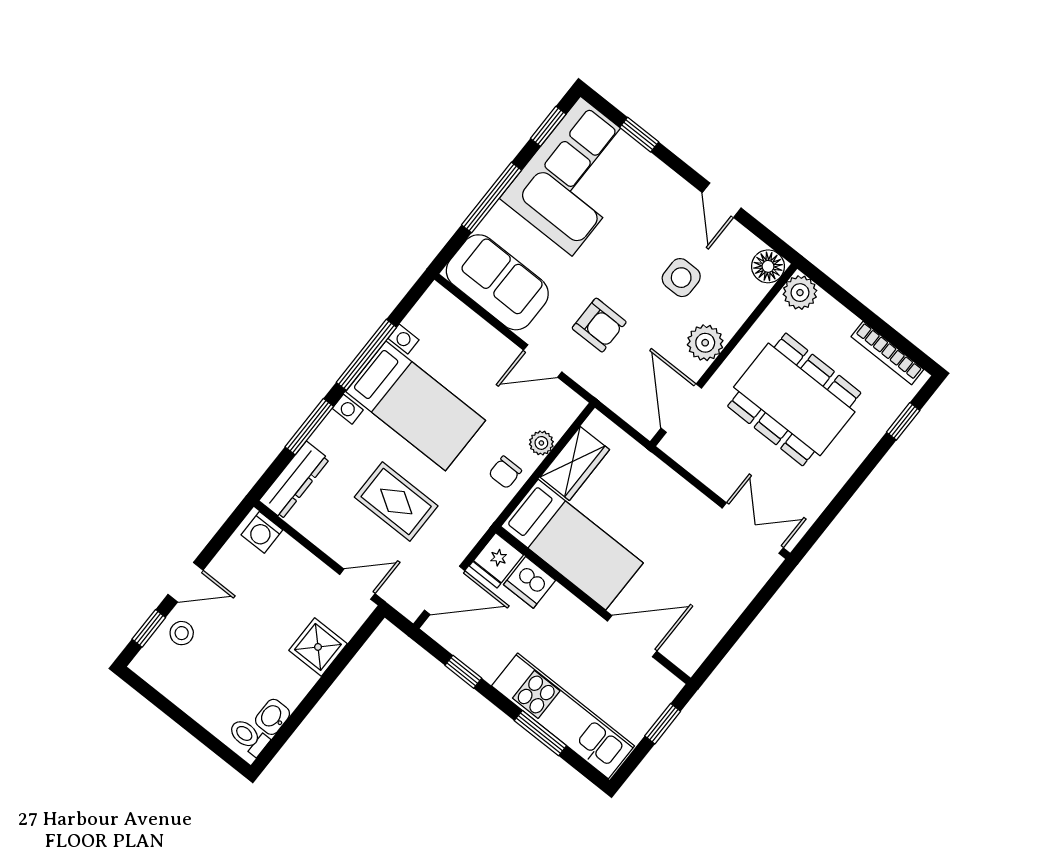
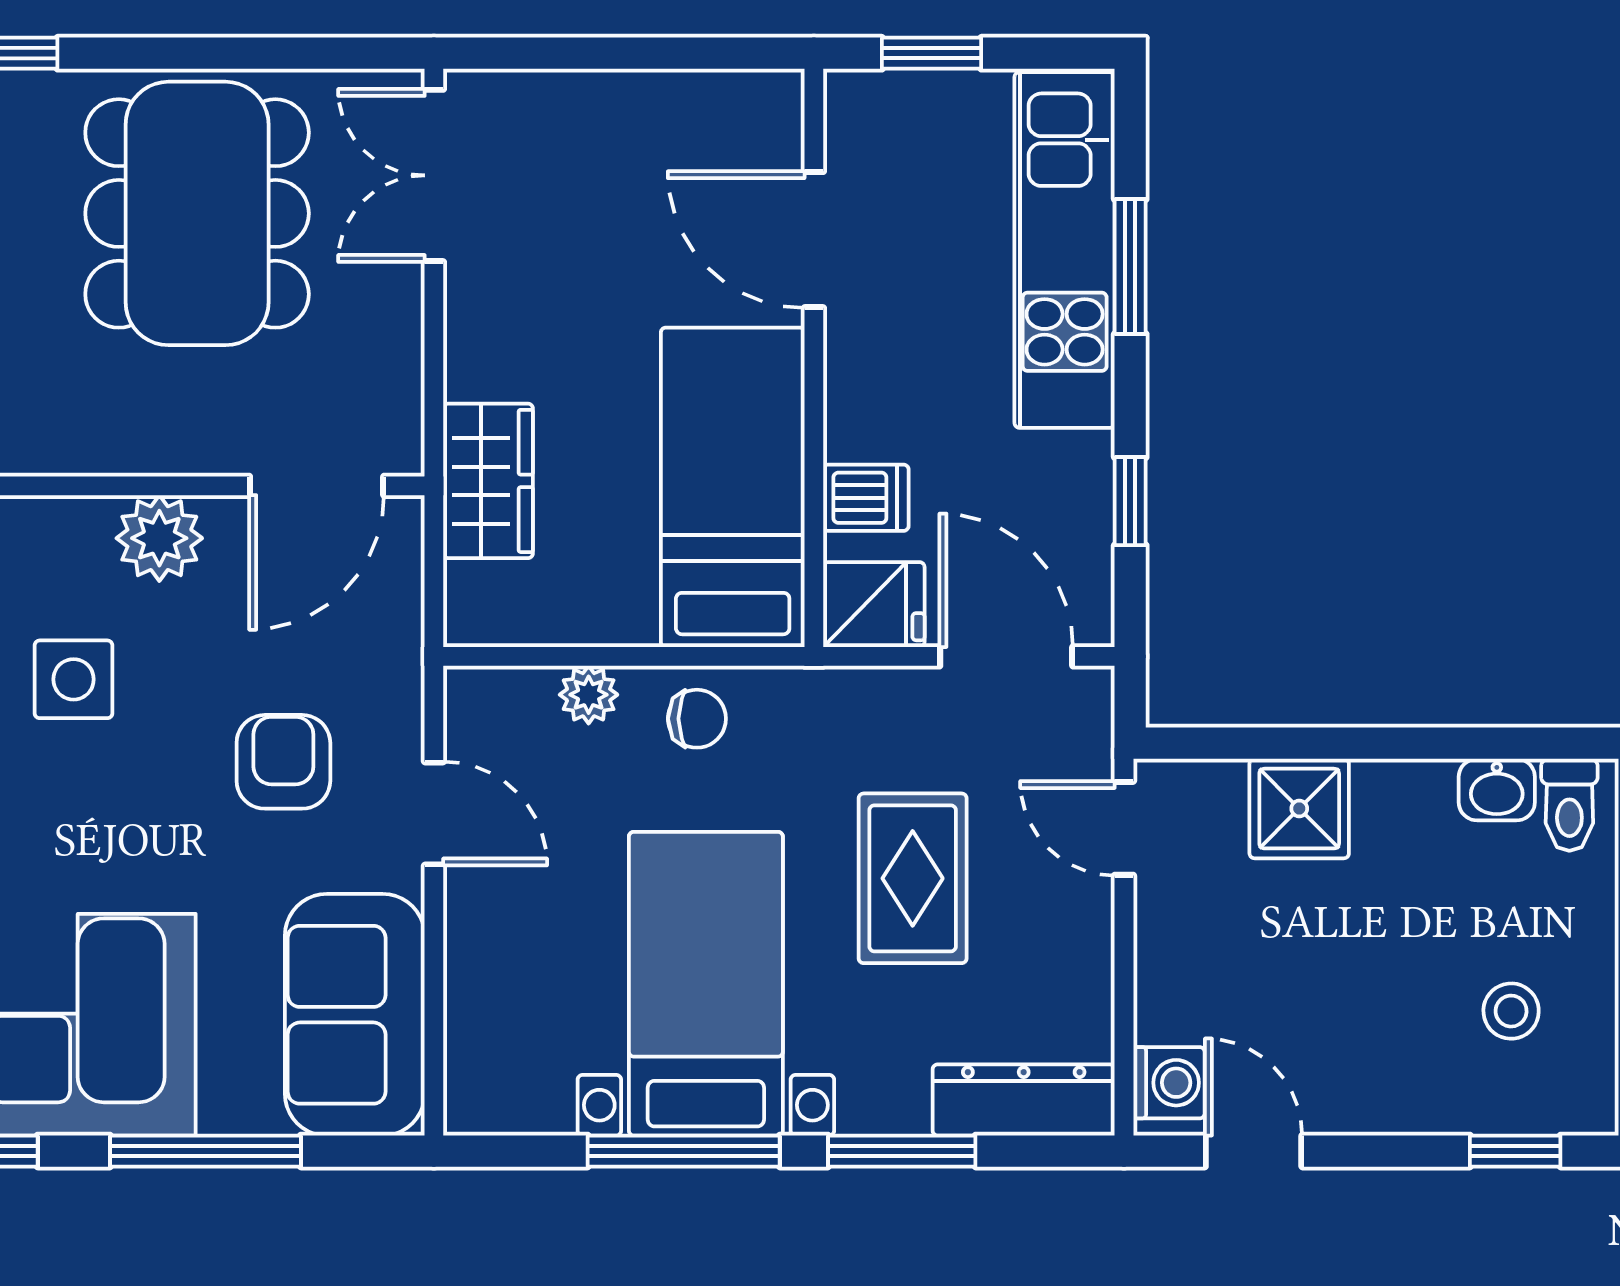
dining table: (794, 399) -> (197, 213), moved
wardrobe: (575, 463) -> (488, 481), moved, turned 90
door: (185, 582) -> (1254, 1151), moved
dishwasher: (529, 582) -> (866, 498), width x0.73
stool: (182, 633) -> (1511, 1011), moved

